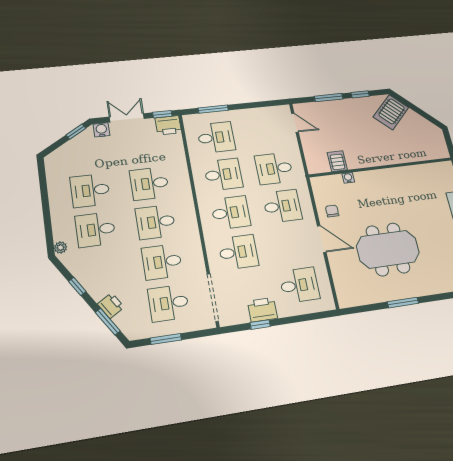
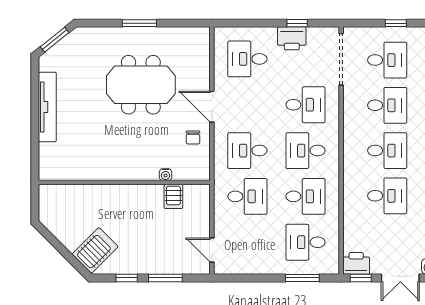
desk: (223, 174) -> (305, 196), turned 180
desk: (238, 252) -> (305, 105), turned 180
window: (166, 339) -> (396, 23), width x0.67

